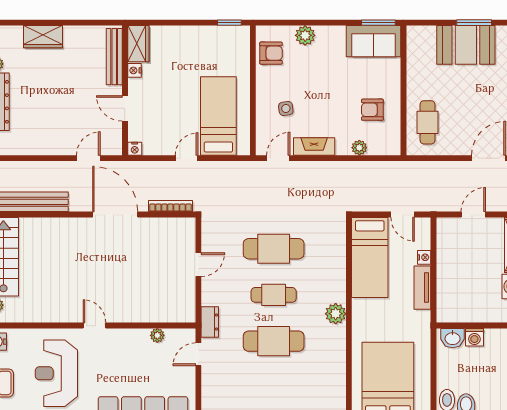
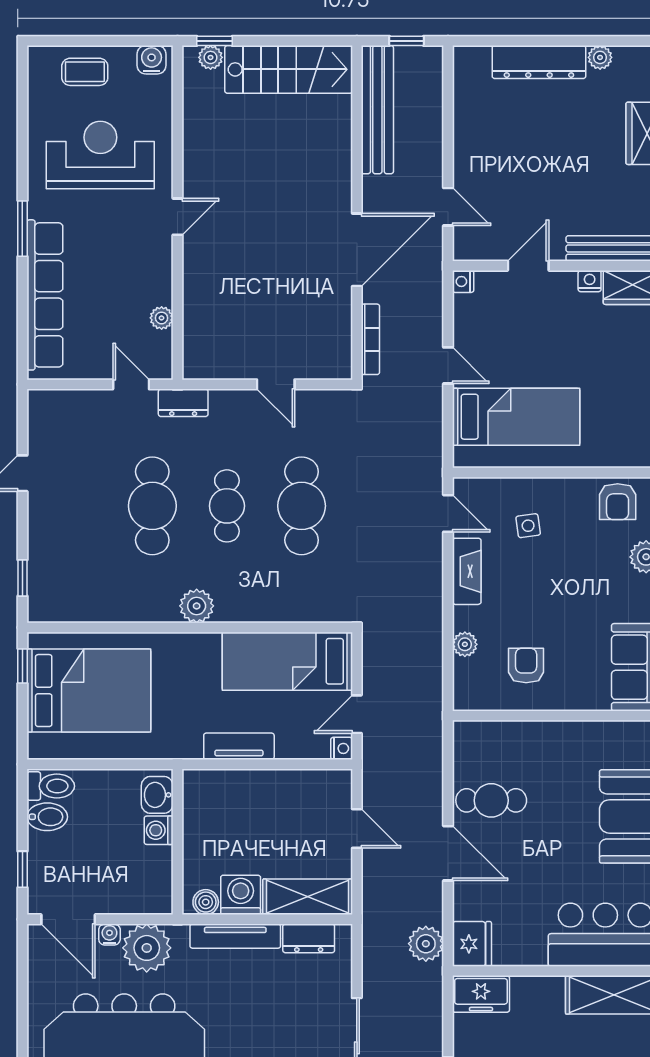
cafe table: (428, 122) -> (491, 800), moved
nightstand: (424, 257) -> (342, 748), moved, turned -90

